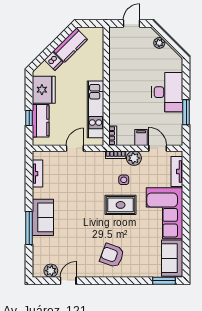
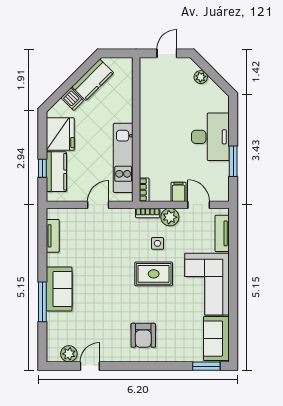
armchair: (112, 255) -> (143, 335), turned -110

